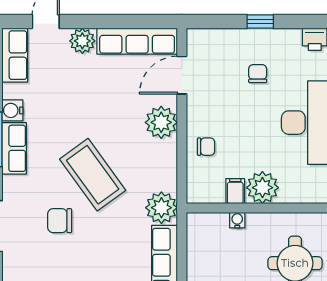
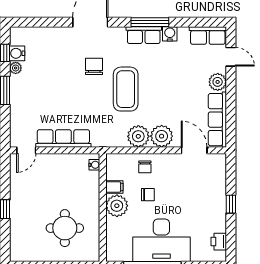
chair: (258, 74) -> (148, 195), moved
coffee table: (93, 175) -> (126, 89), turned -54
plant: (161, 208) -> (138, 136), moved
water cooler: (237, 220) -> (94, 165), moved

